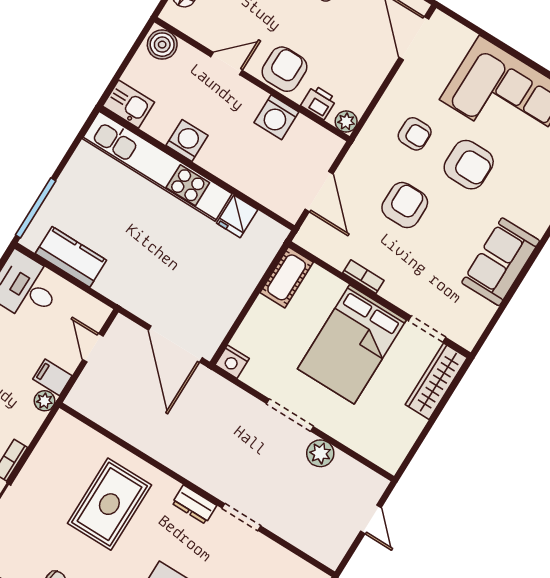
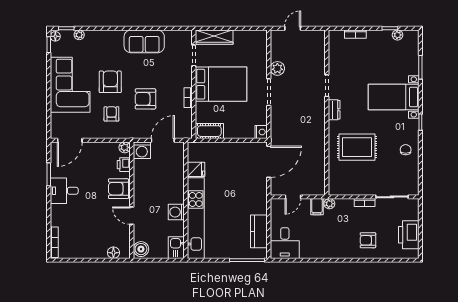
washing machine: (276, 117) -> (142, 150), moved, turned 90

